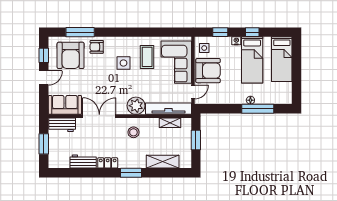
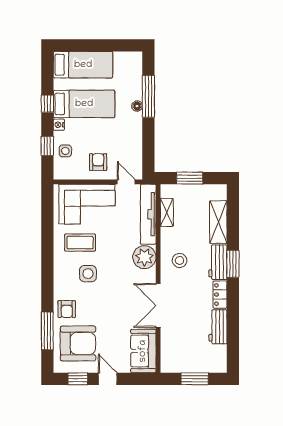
side table: (204, 48) -> (65, 151), moved
armchair: (208, 71) -> (98, 162), width x0.53, depth x0.53
workbench: (62, 125) -> (218, 262), moved, turned 180

